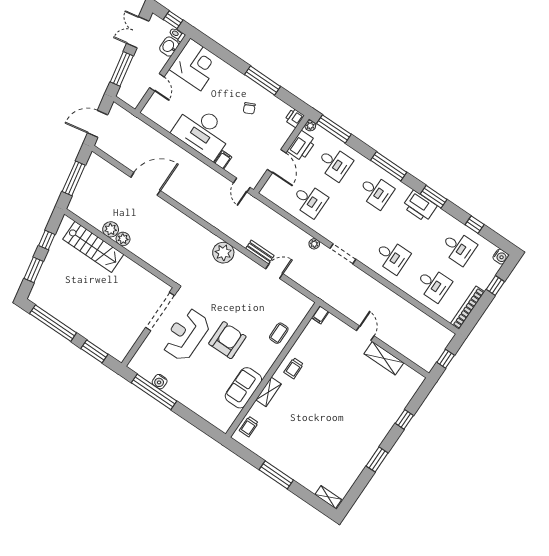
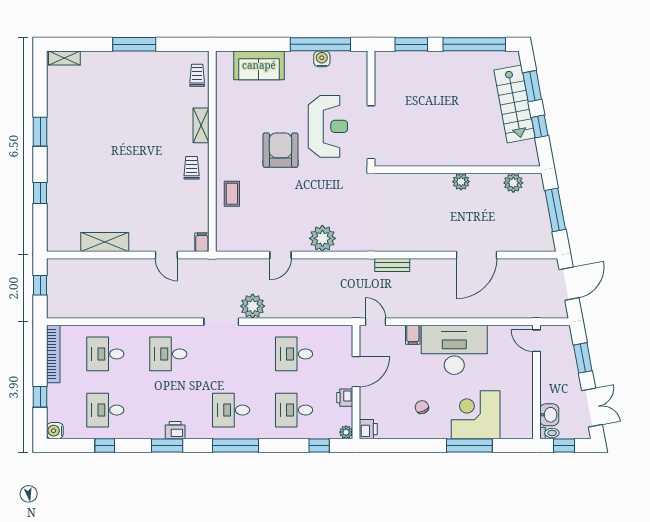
corner desk: (195, 65) -> (476, 415), moved, turned 90
window: (122, 69) -> (583, 358), width x0.69
window: (263, 81) -> (469, 446), moved
door: (157, 82) -> (537, 341), moved
window: (334, 129) -> (319, 446), width x0.46
printer: (302, 146) -> (345, 398), width x0.53, depth x0.68
door: (277, 161) -> (356, 372), swing flipped
printer: (420, 206) -> (175, 430), width x0.53, depth x0.68
plant: (111, 229) -> (513, 183), moved
plant: (314, 244) -> (253, 306), width x1.88, depth x1.88
stairs: (93, 247) -> (514, 104), moved, turned -101
bench: (260, 252) -> (392, 265), moved
plant: (223, 253) -> (322, 238), moved
door: (365, 333) -> (166, 255), moved
armchair: (227, 340) -> (281, 150), turned 180
sofa: (243, 388) -> (259, 65), moved, turned 90

